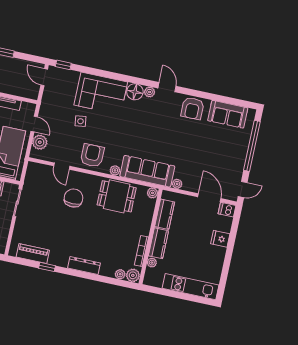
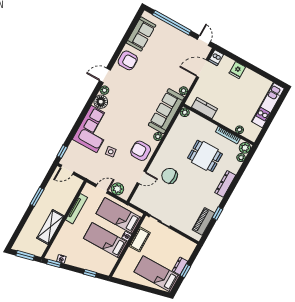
dining table: (117, 196) -> (205, 156), moved, turned 90
kitchen counter: (158, 243) -> (226, 120), removed

